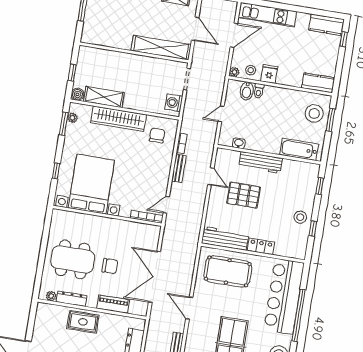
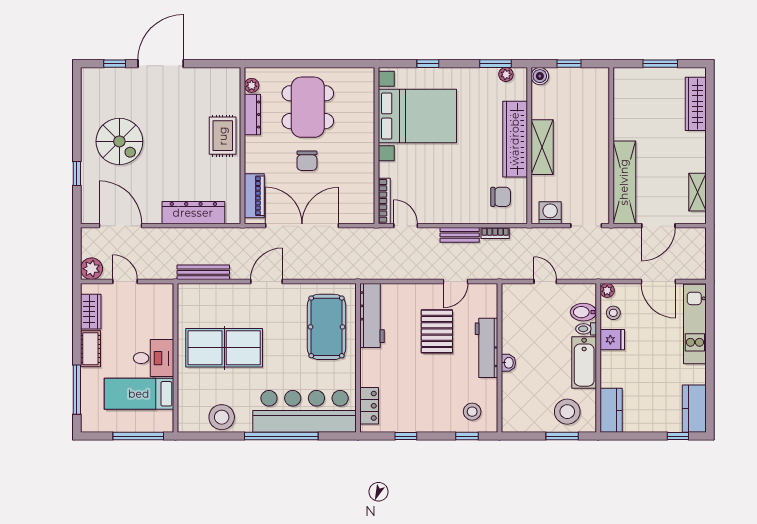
shelving: (104, 97) -> (542, 147), moved
washbasin: (239, 143) -> (508, 363), moved
bathtub: (299, 149) -> (584, 362), moved, turned 180
stool: (300, 217) -> (472, 412), moved
locker: (261, 246) -> (369, 406), moved
piano: (113, 304) -> (254, 196), moved

